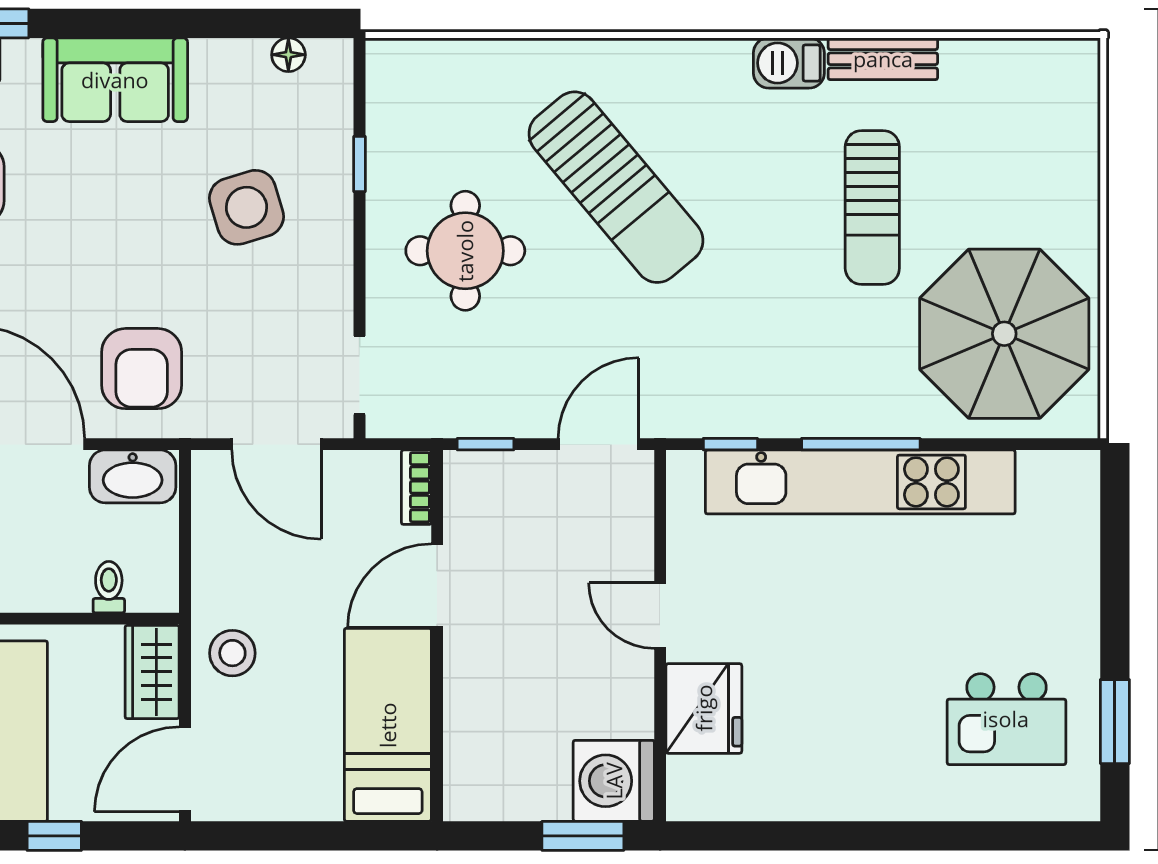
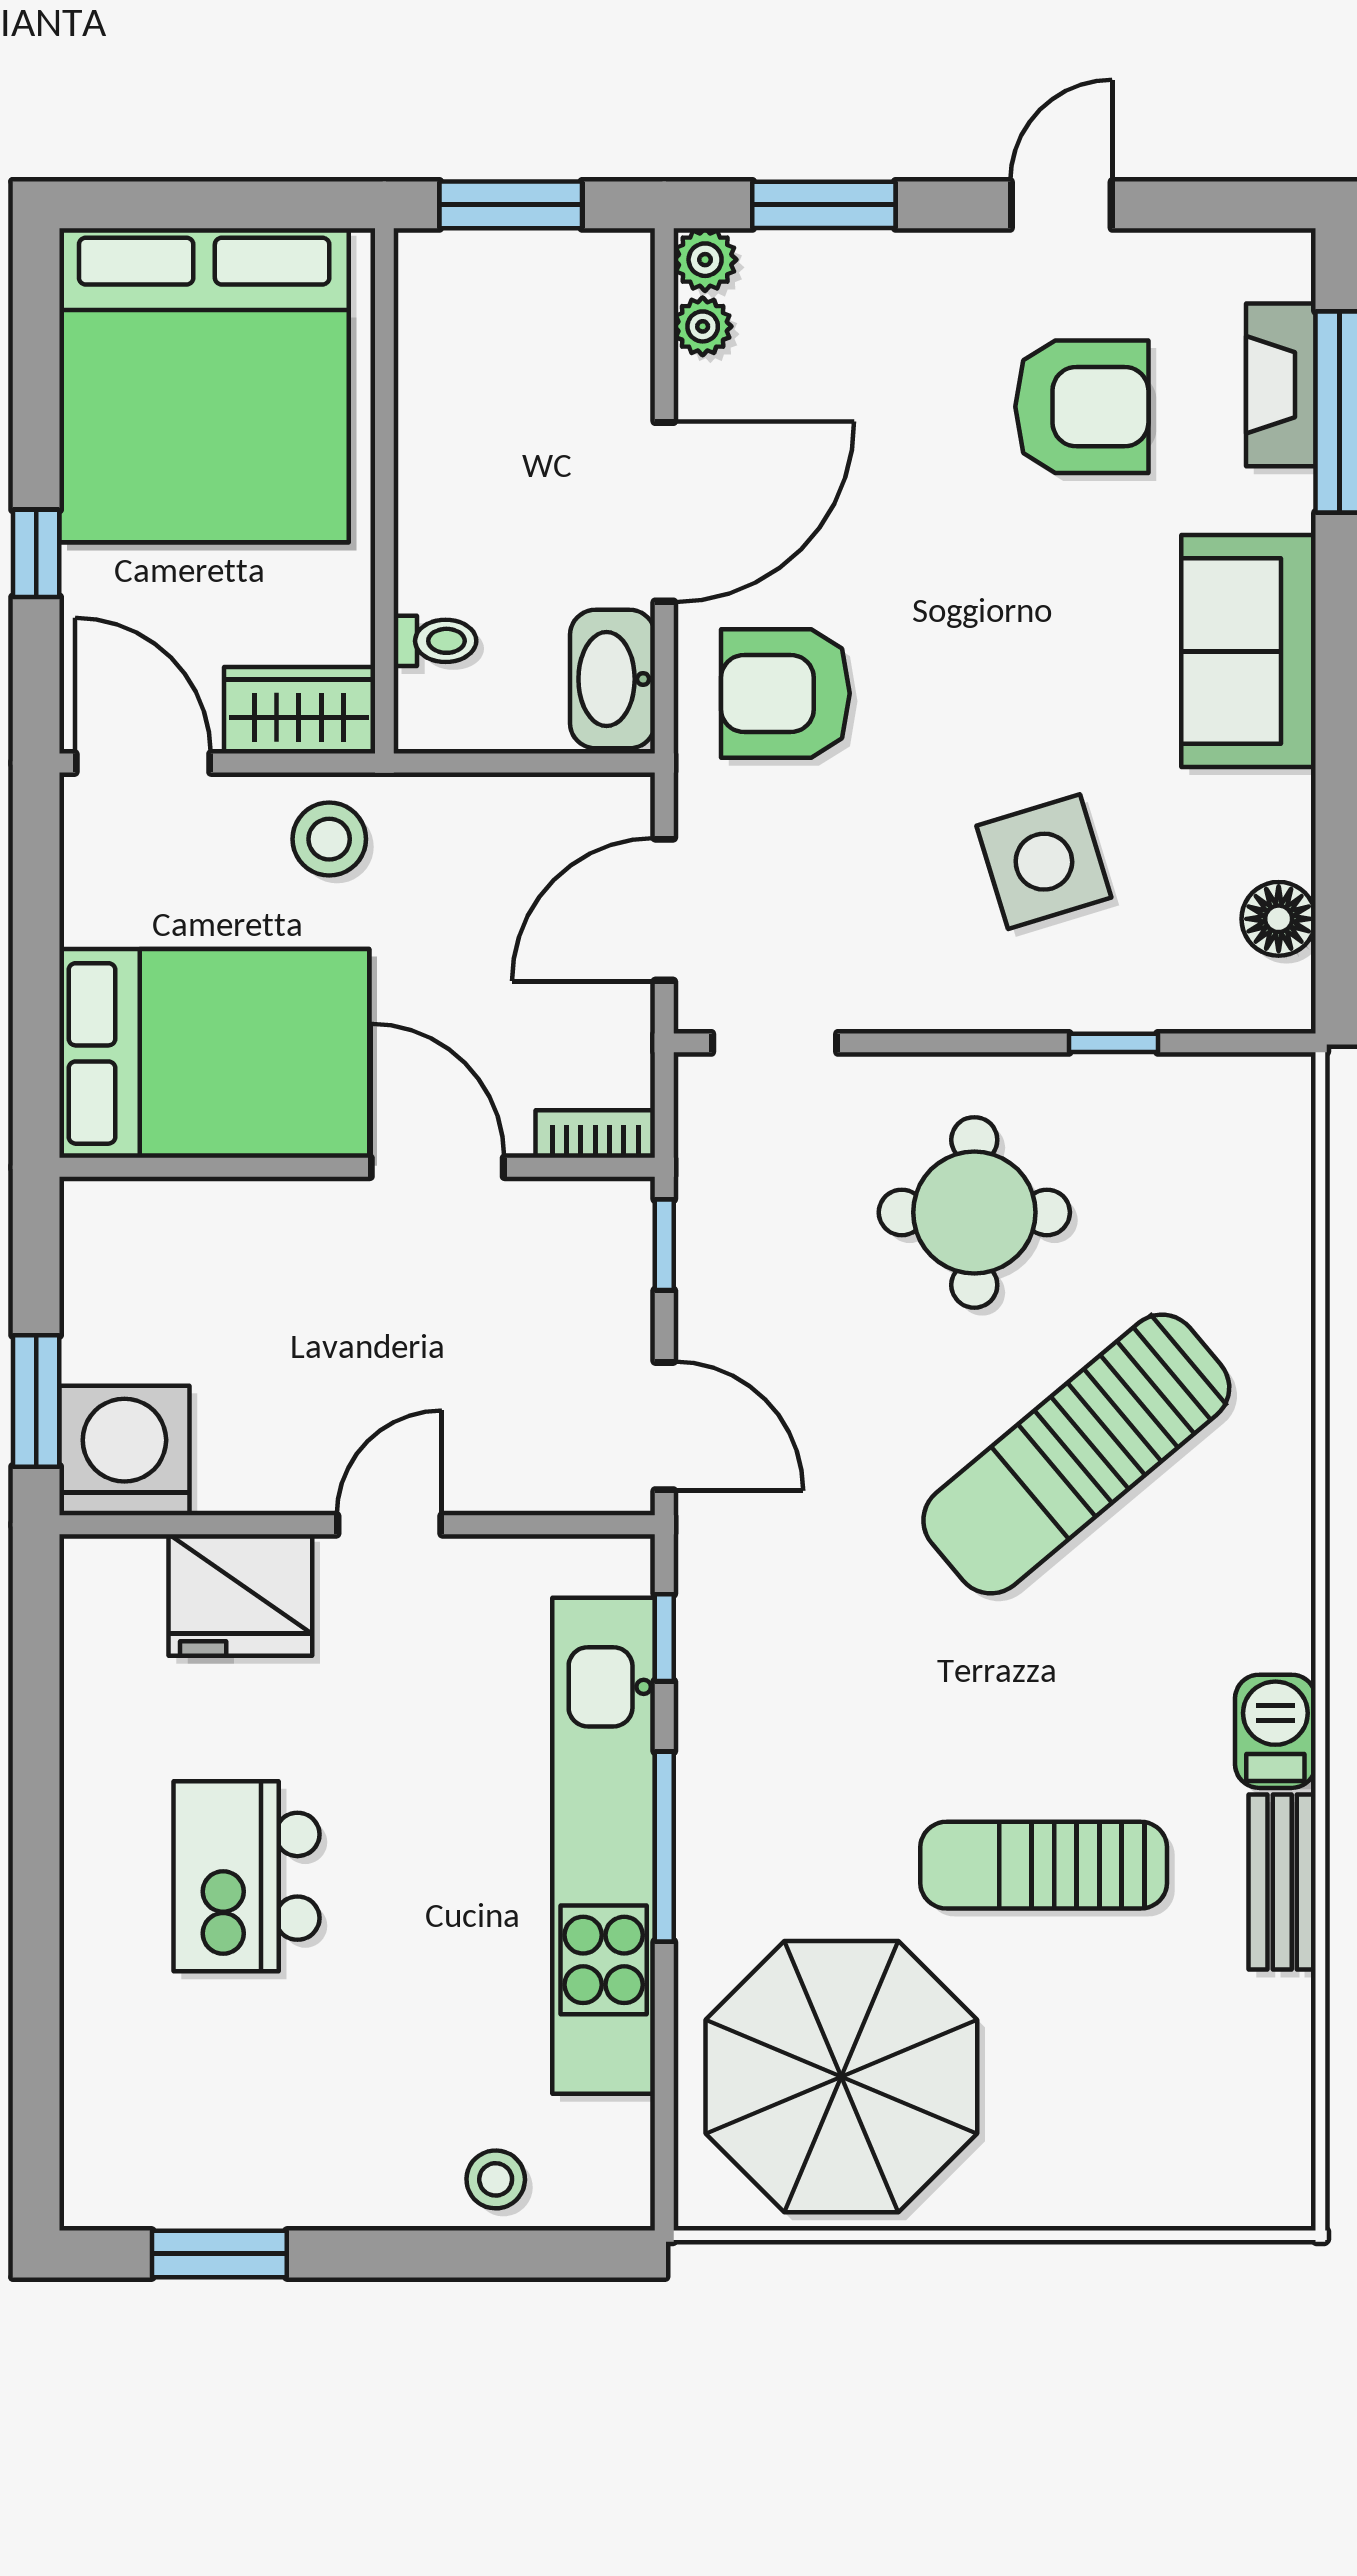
floor lamp: (288, 55) -> (1279, 919), width x1.37, depth x1.37
stool: (1068, 549) -> (496, 2179), added
kitchen island: (1006, 719) -> (246, 1876), moved
bed: (388, 725) -> (214, 1053), width x1.50

